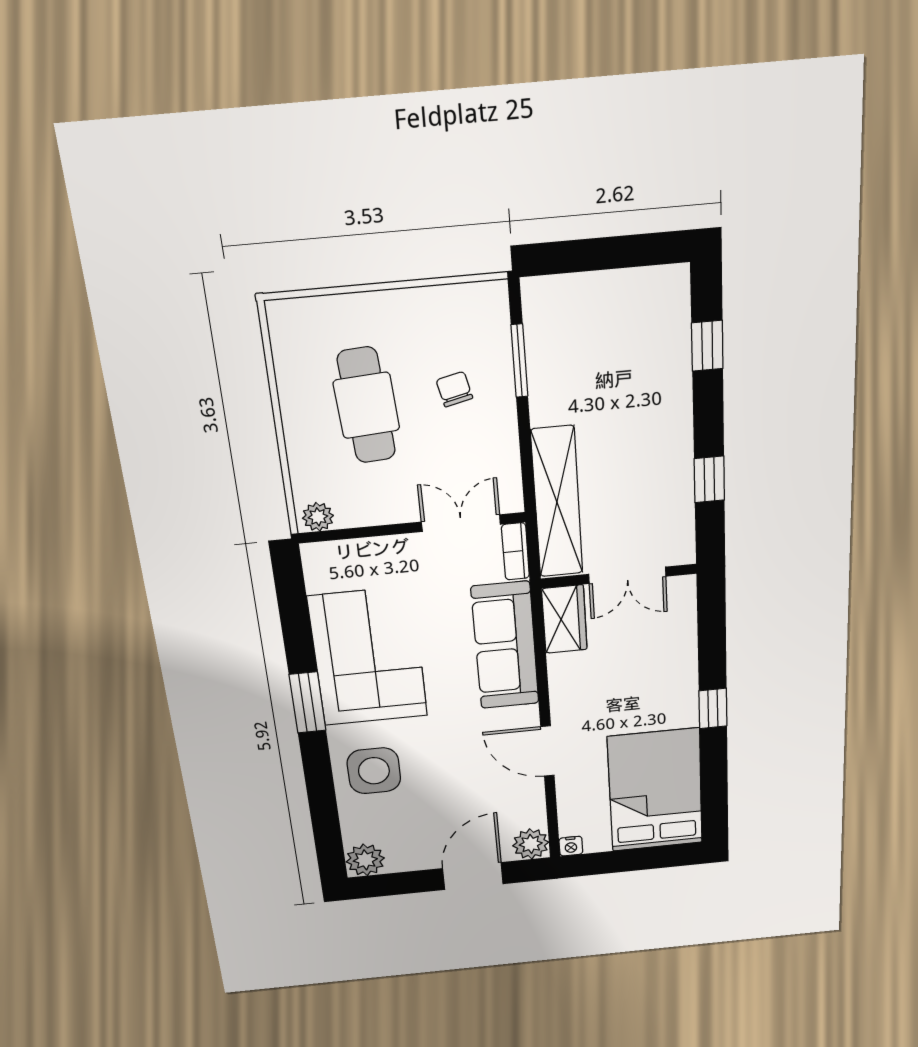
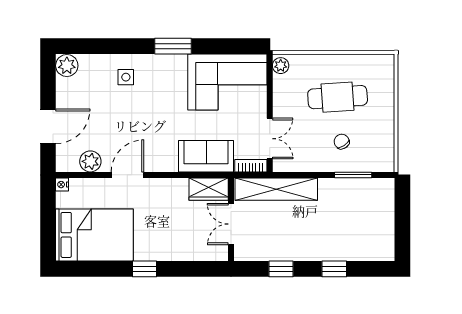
window: (707, 346) -> (334, 269), moved
chair: (454, 389) -> (342, 142), turned -110
sofa: (505, 646) -> (206, 156), width x0.73
corner sofa: (368, 657) -> (227, 82), moved
side table: (374, 771) -> (126, 77), width x0.54, depth x0.54
plant: (531, 844) -> (90, 161), moved
door: (473, 876) -> (48, 126), hinge flipped

